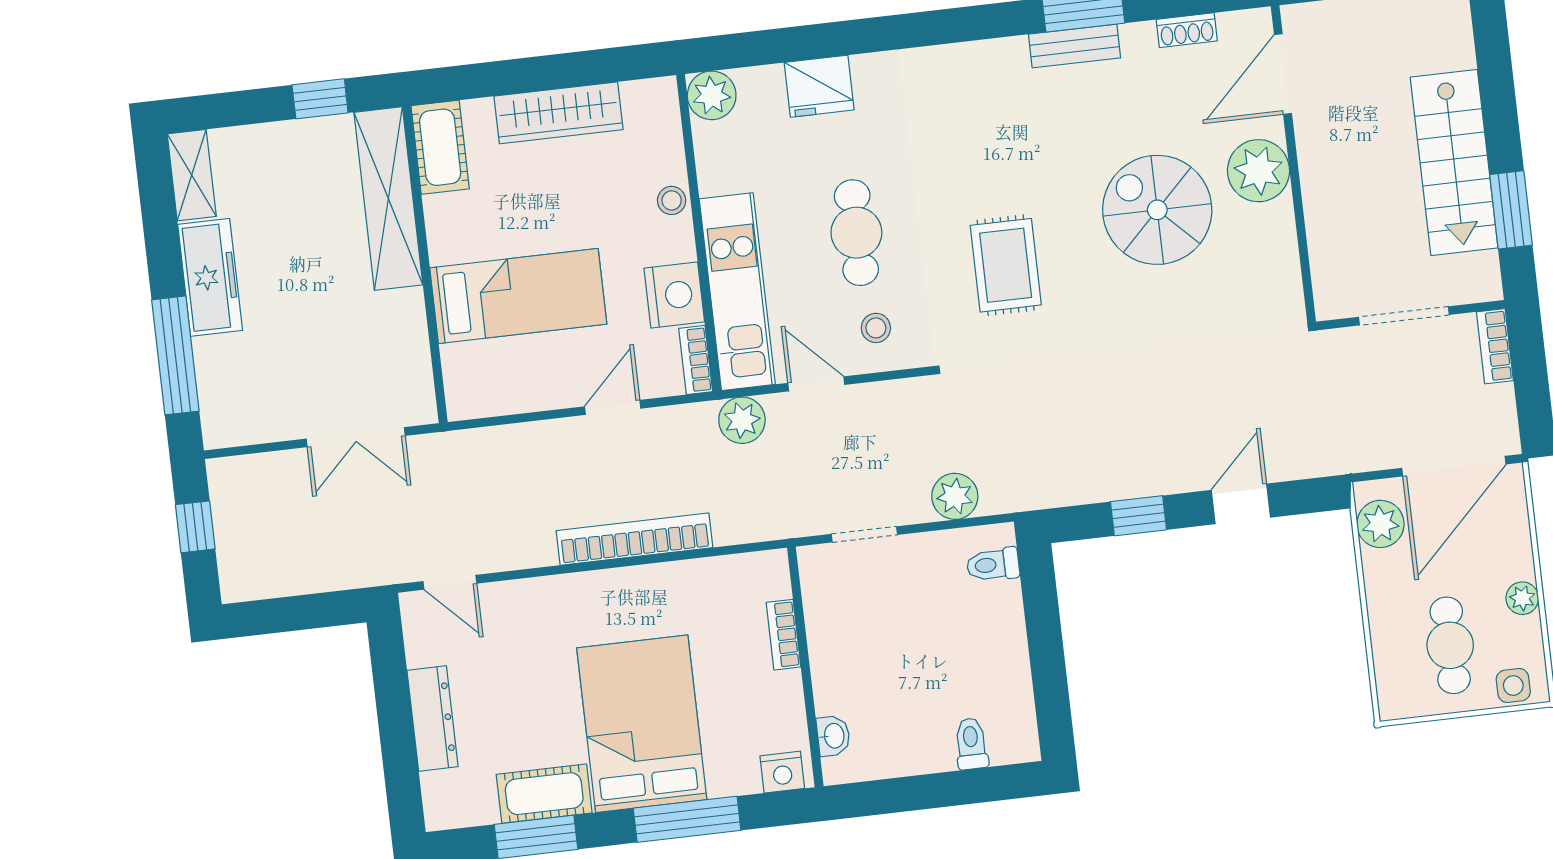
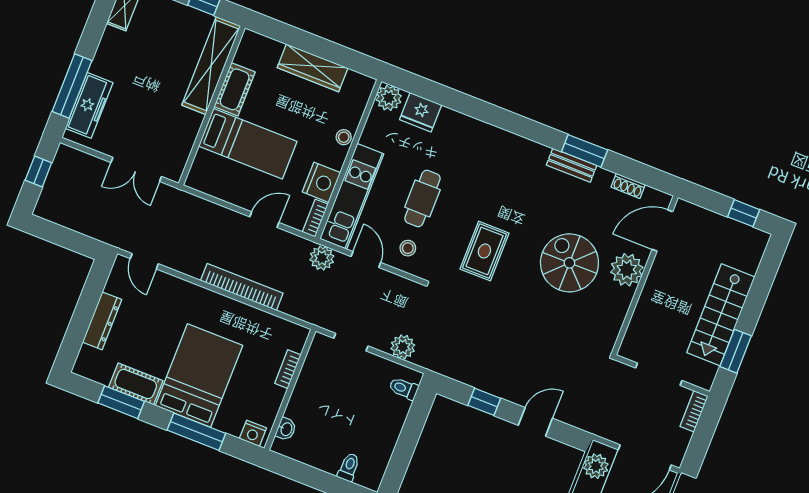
fridge: (819, 86) -> (421, 112), moved
cot: (440, 147) -> (235, 89), moved
freezer: (210, 277) -> (89, 105), moved

